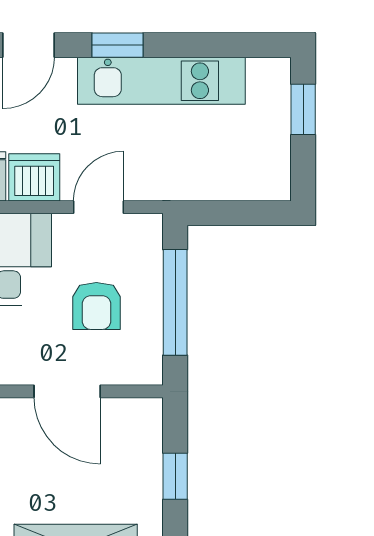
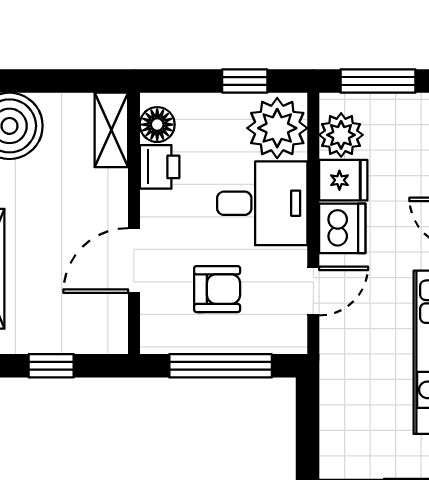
door: (99, 207) -> (313, 291), hinge flipped
armchair: (96, 306) -> (217, 289), turned 180

